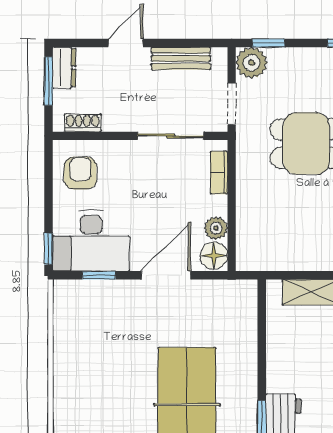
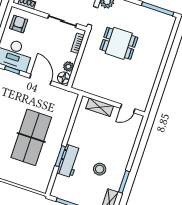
door: (166, 275) -> (41, 80), hinge flipped

